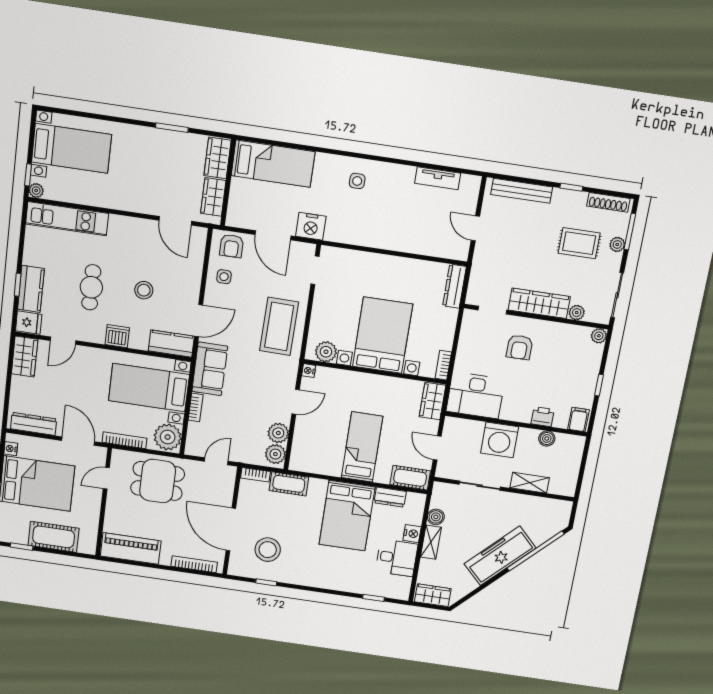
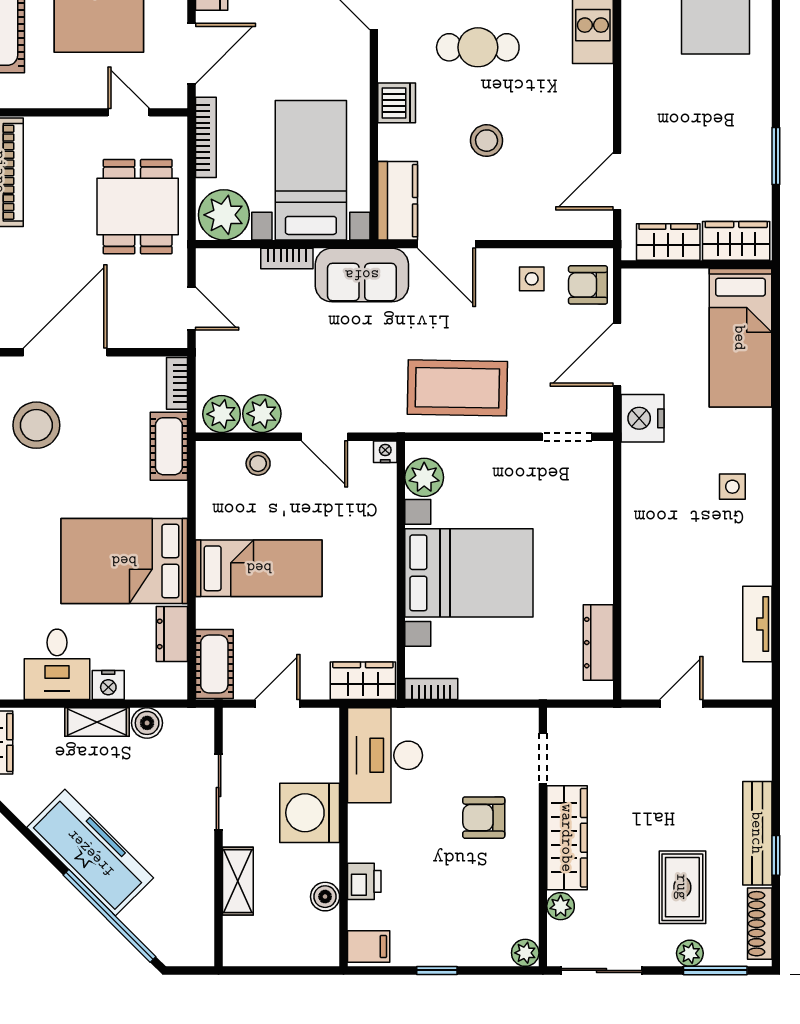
bench: (522, 191) -> (757, 833), moved
dresser: (455, 286) -> (598, 643), moved, turned -90
stool: (305, 439) -> (258, 463), added

